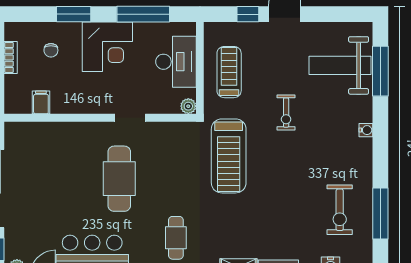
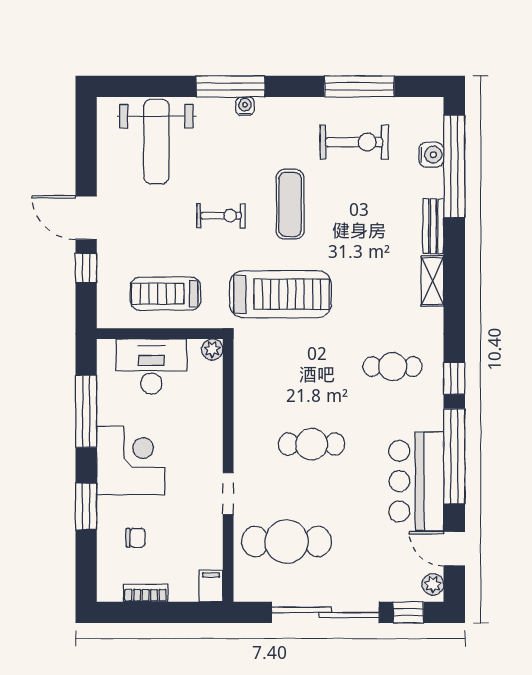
window: (380, 71) -> (230, 86), moved
filing cabinet: (41, 102) -> (211, 586), moved, turned 90
doorway: (130, 118) -> (228, 494), moved
cafe table: (48, 160) -> (287, 541), added
exercise mat: (294, 163) -> (290, 204), added
cafe table: (119, 179) -> (312, 444), width x0.73, depth x0.74

